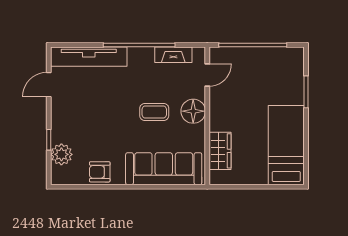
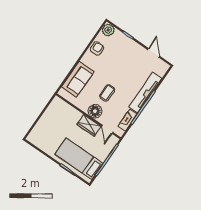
tv unit: (89, 57) -> (145, 93), moved
bed: (286, 145) -> (79, 159), moved, turned 180
wardrobe: (220, 151) -> (89, 125), moved
plant: (61, 154) -> (108, 30), moved
sofa: (164, 169) -> (78, 79), width x0.73

